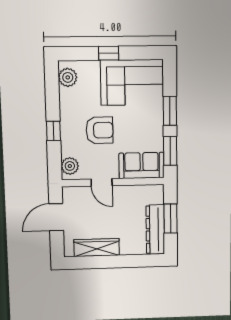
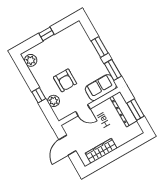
corner sofa: (132, 82) -> (69, 43), removed
armchair: (100, 130) -> (65, 80), turned 90
plant: (70, 166) -> (54, 101), moved
dresser: (155, 230) -> (123, 109), moved

